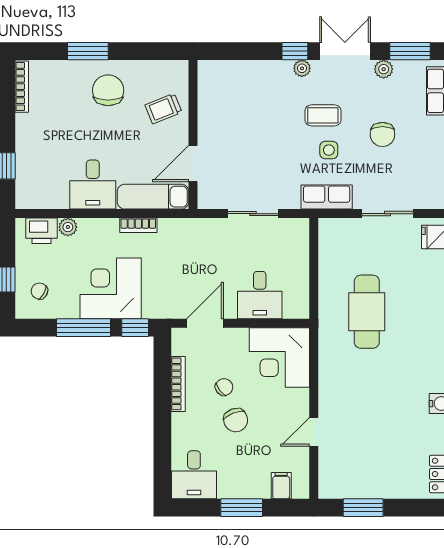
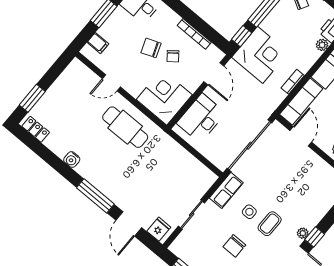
chair: (382, 134) -> (234, 246), turned -90
sliding door: (253, 214) -> (249, 146), width x1.86
corner desk: (111, 288) -> (260, 55), moved
desk: (260, 295) -> (201, 118), width x1.37
cafe table: (367, 312) -> (125, 127), moved
door: (314, 432) -> (111, 83), swing flipped
window: (363, 508) -> (32, 98), moved

